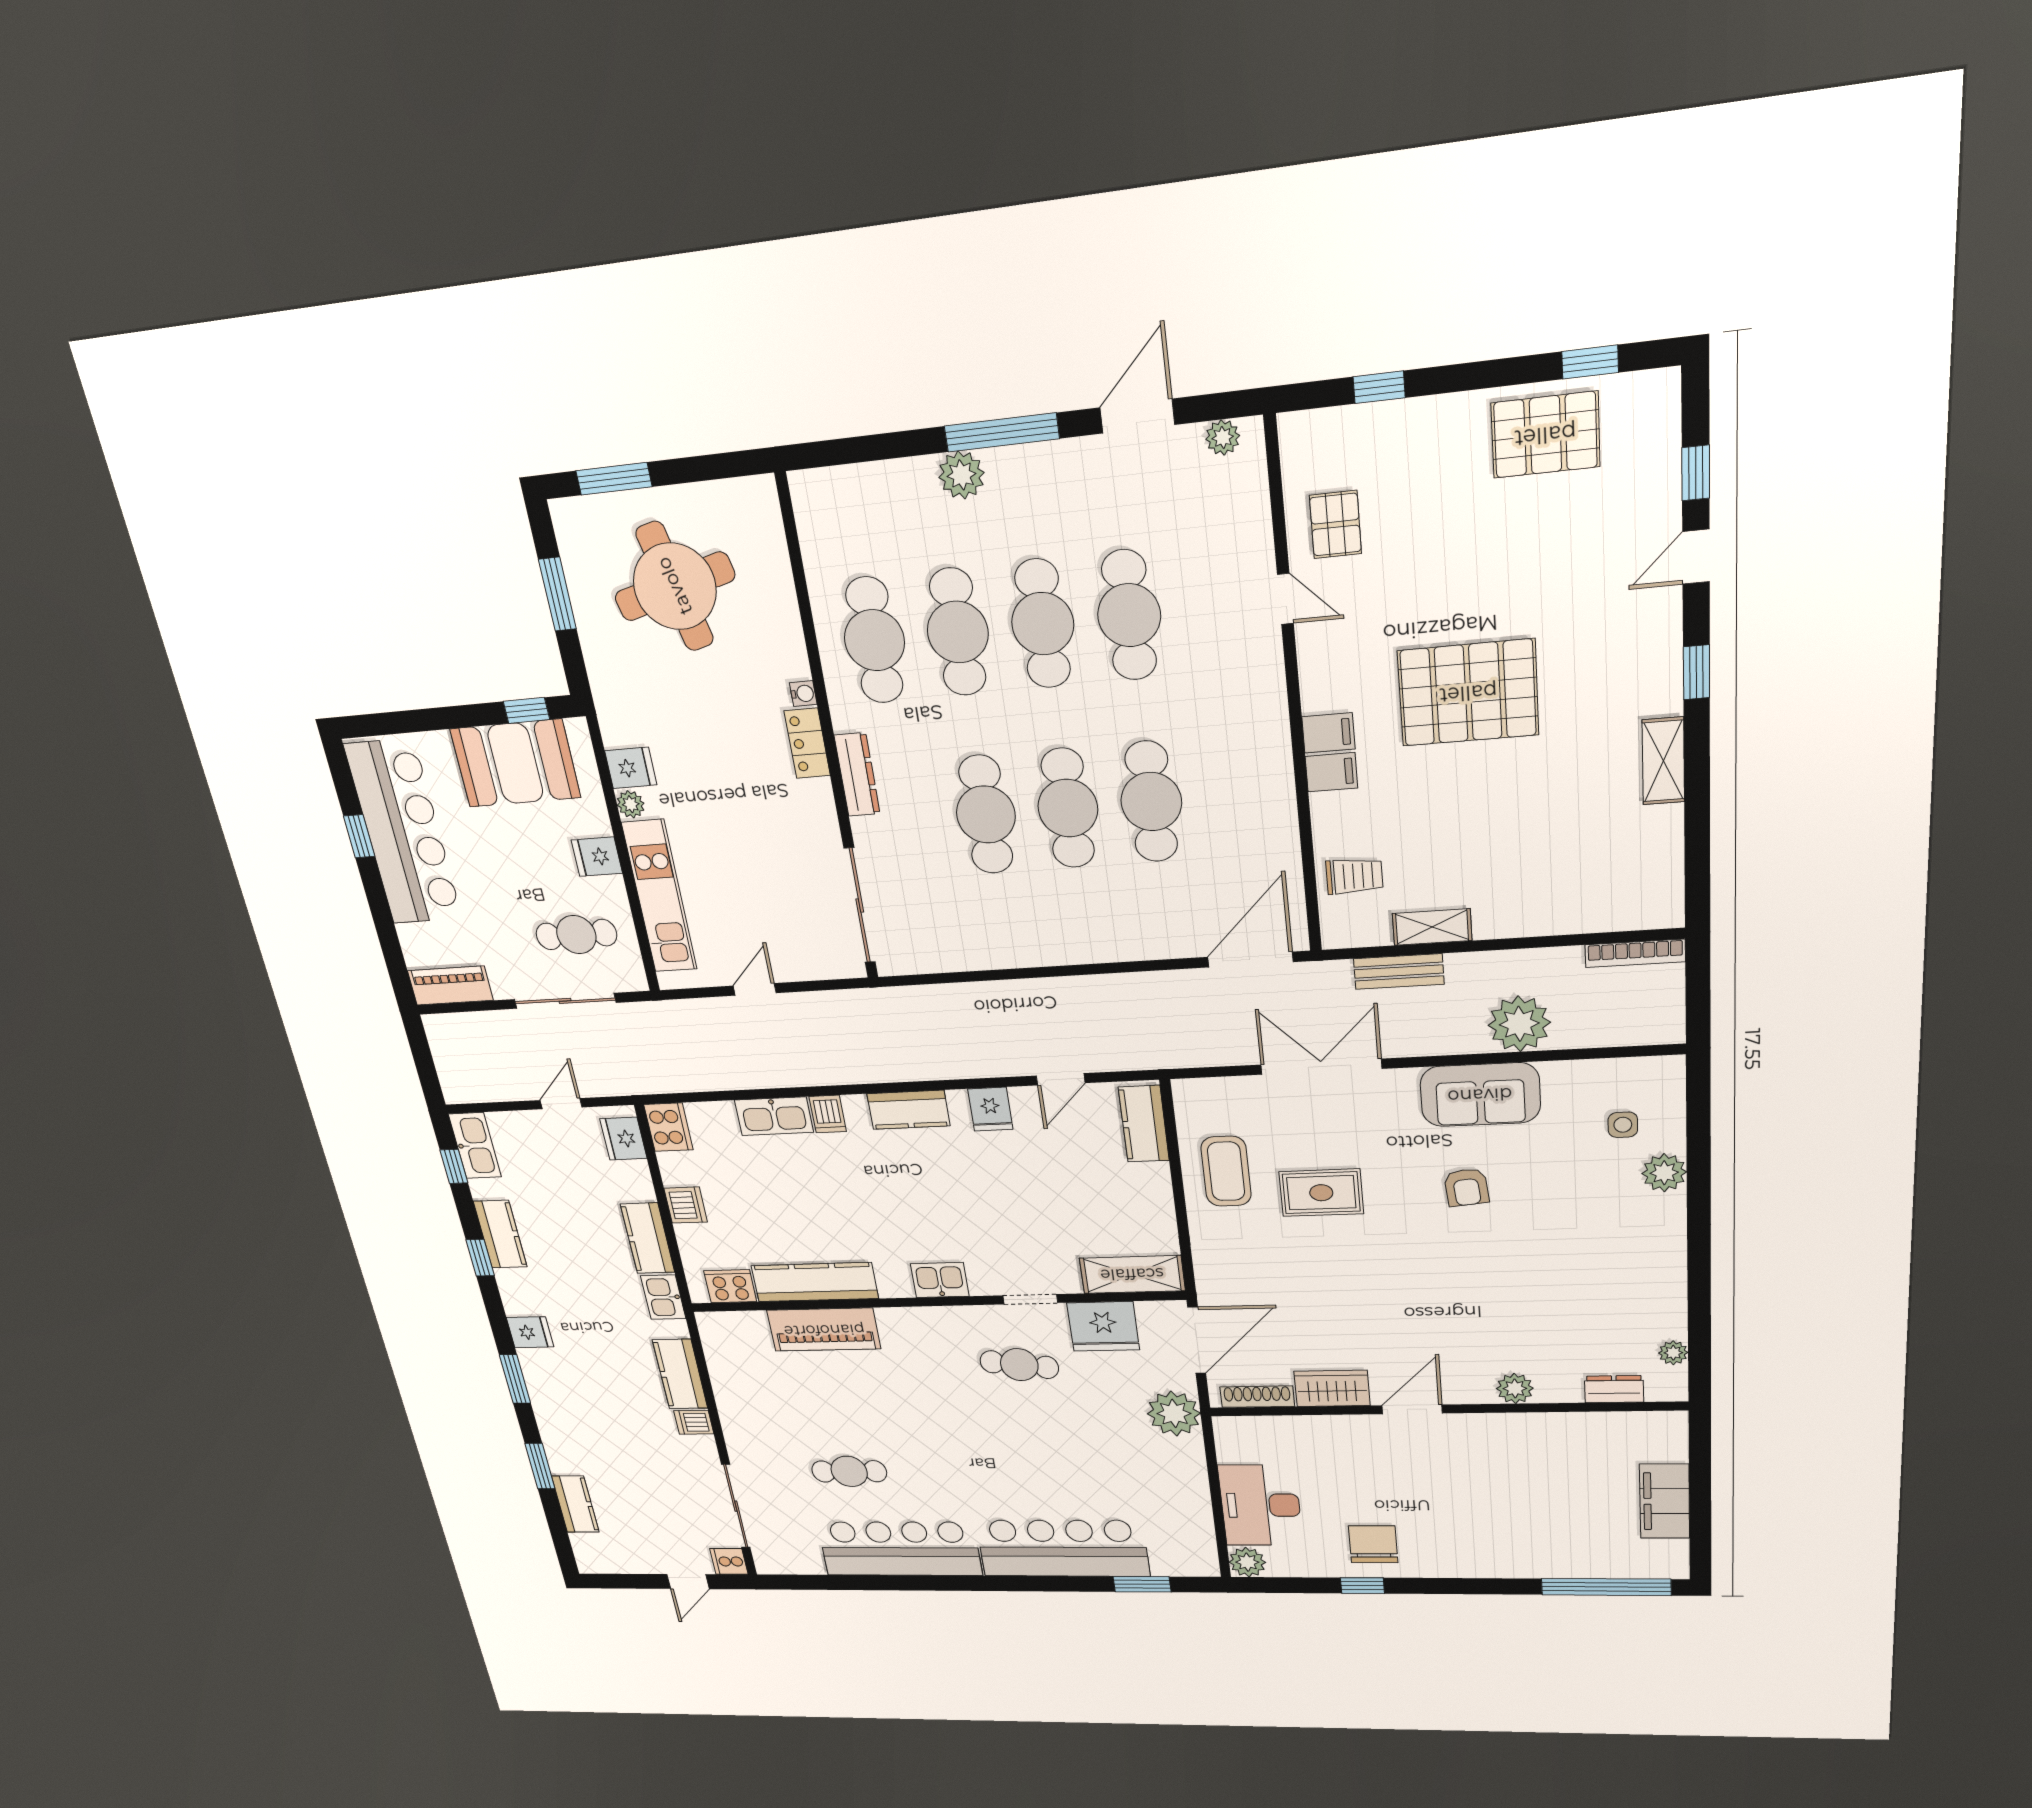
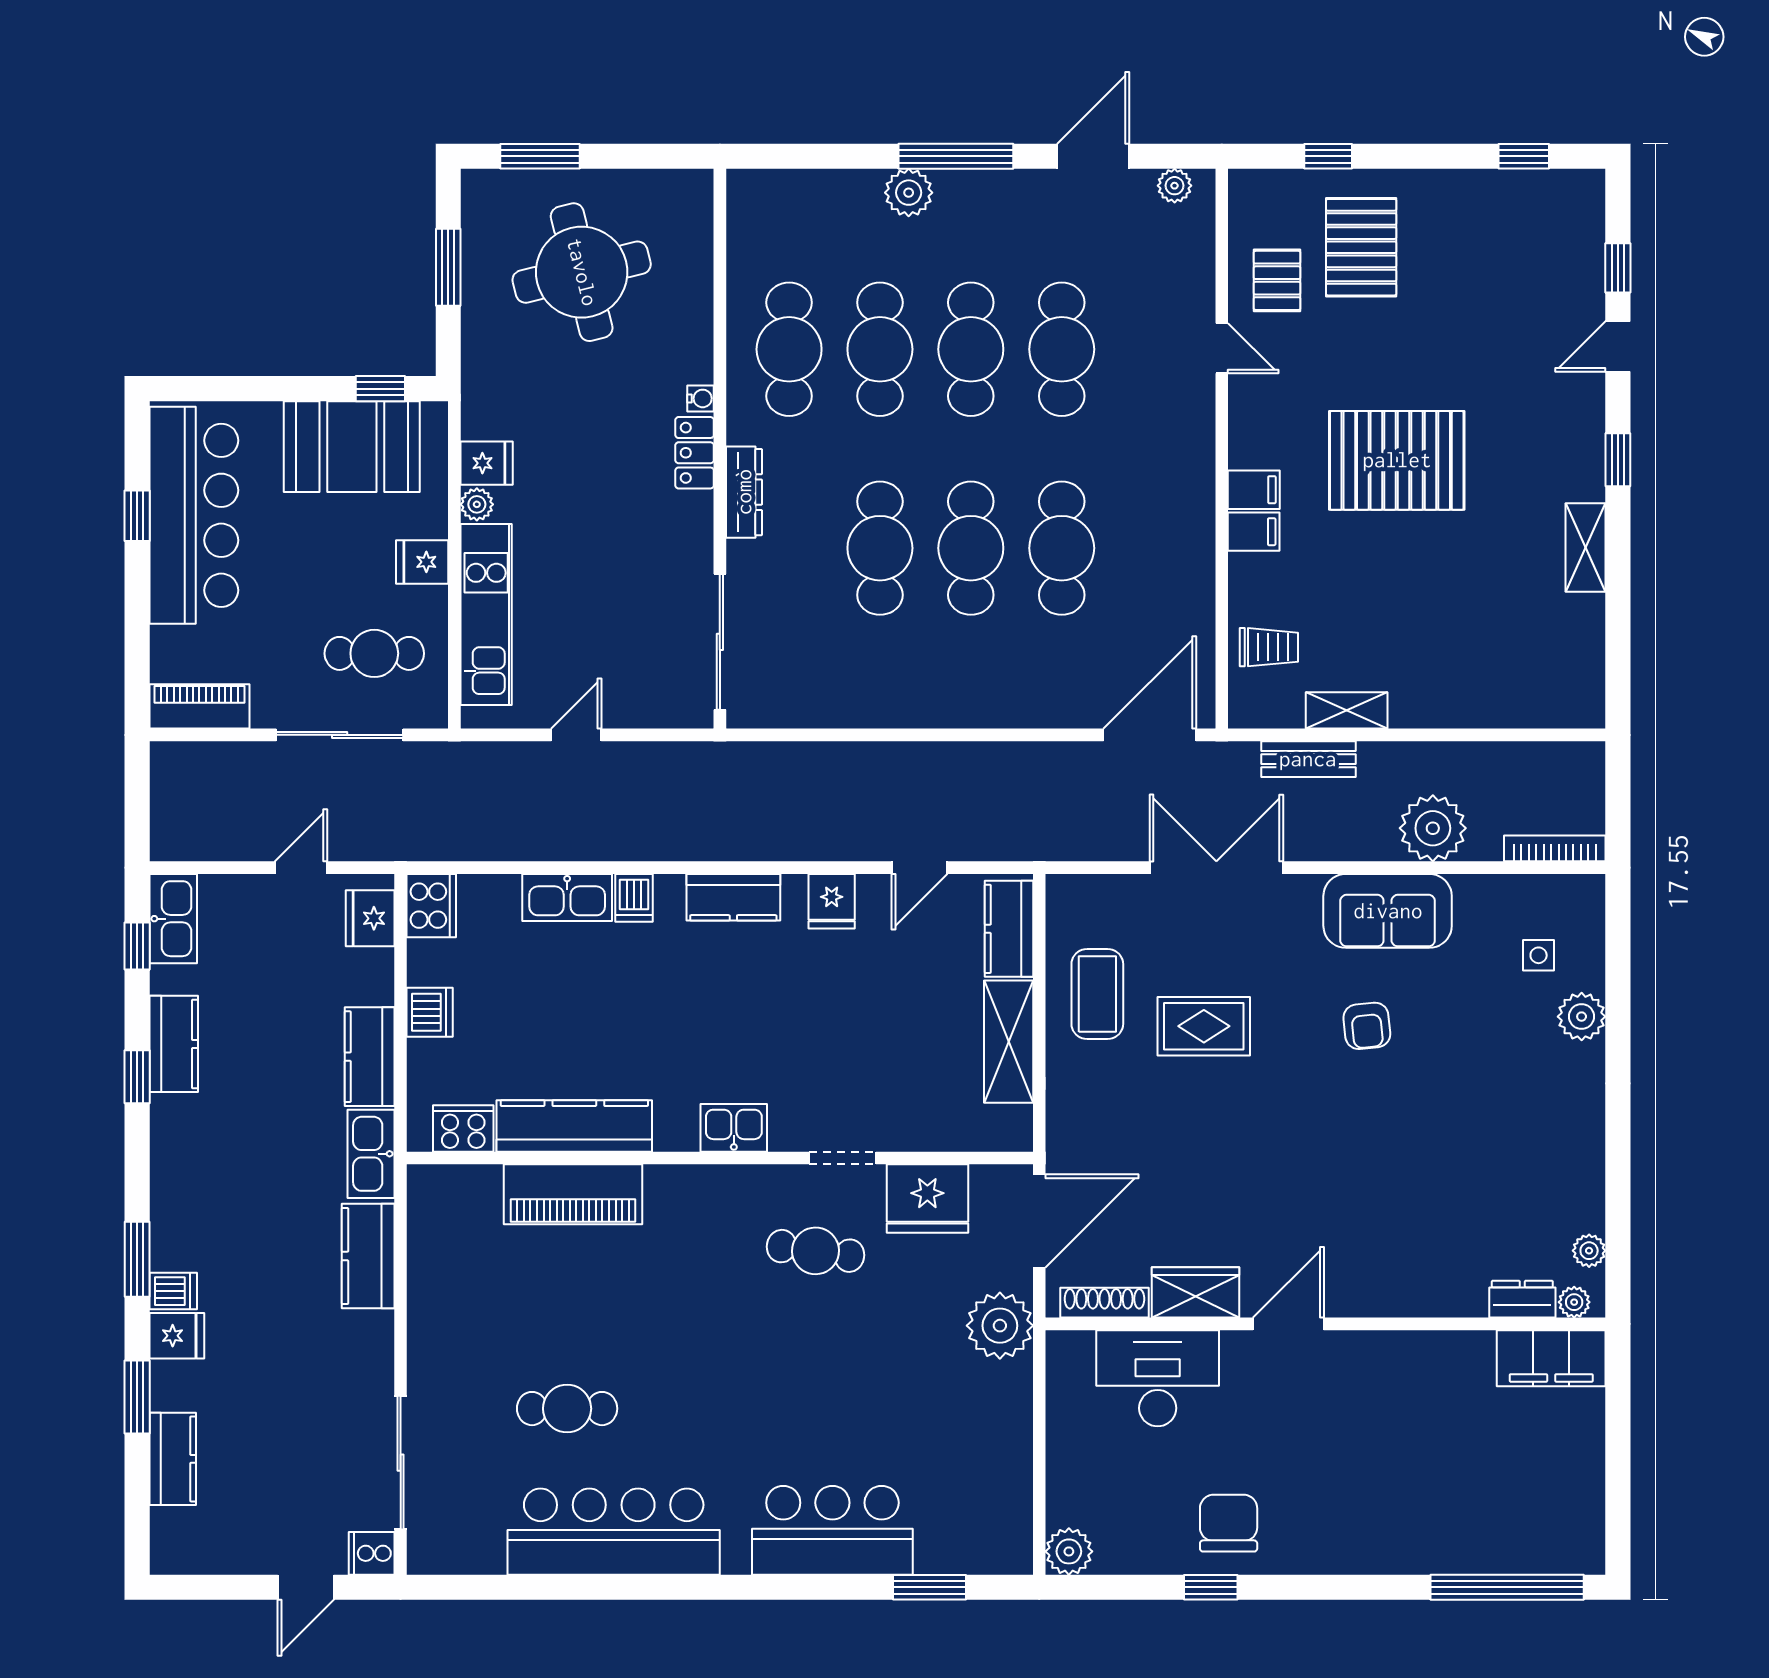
pallet: (1545, 435) -> (1361, 247), moved, turned 90
bookcase: (1635, 953) -> (1555, 848), moved, turned 180
shelving: (1132, 1274) -> (1009, 1042), moved, turned 90
kitchen sink: (663, 1297) -> (371, 1154), width x1.38
fridge: (530, 1332) -> (177, 1336), moved
plant: (1515, 1388) -> (1574, 1302), moved, width x0.73, depth x0.73
dishwasher: (694, 1422) -> (173, 1291), moved, turned 180
filing cabinet: (1665, 1501) -> (1551, 1358), moved, turned -90
desk: (1260, 1505) -> (1158, 1378), moved, turned 90
bar counter: (1063, 1548) -> (832, 1530), width x0.73

